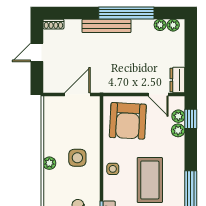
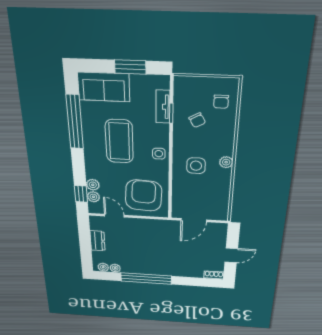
bench: (106, 26) -> (164, 271), removed
dresser: (177, 80) -> (98, 241), moved

